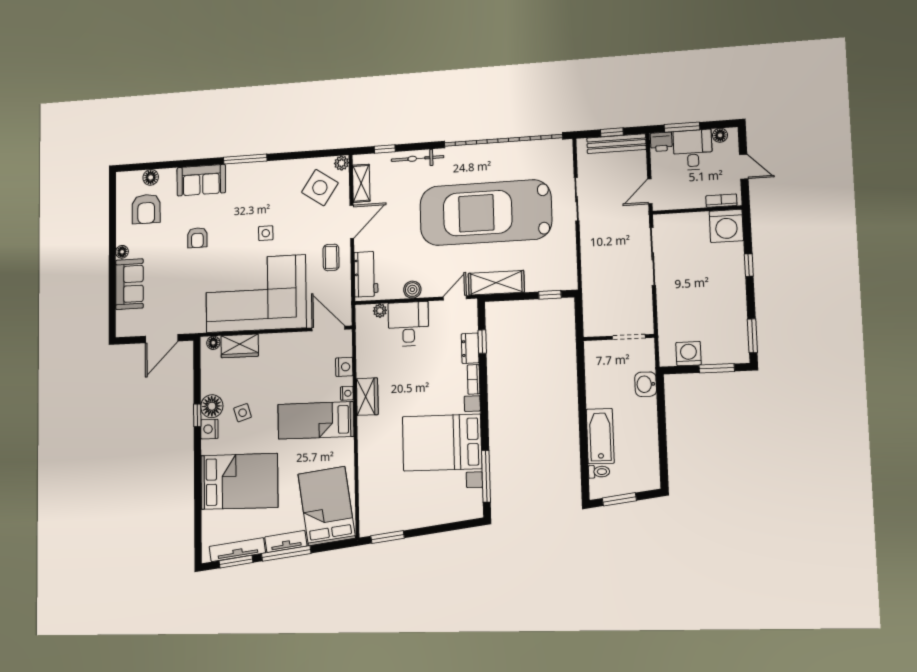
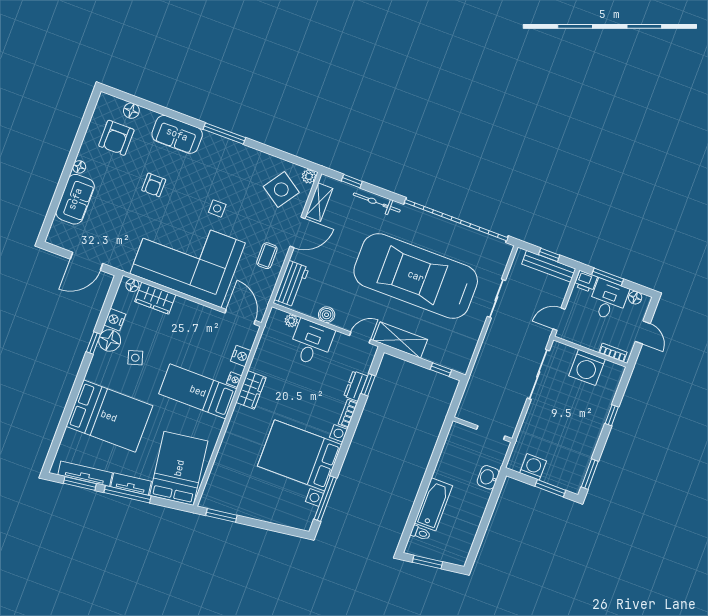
washing machine: (726, 226) -> (587, 367), moved
nightstand: (209, 429) -> (115, 320), moved

